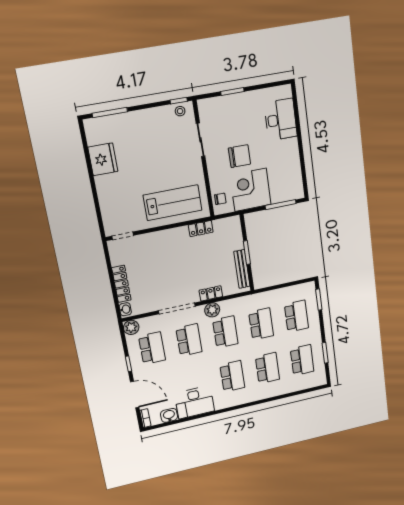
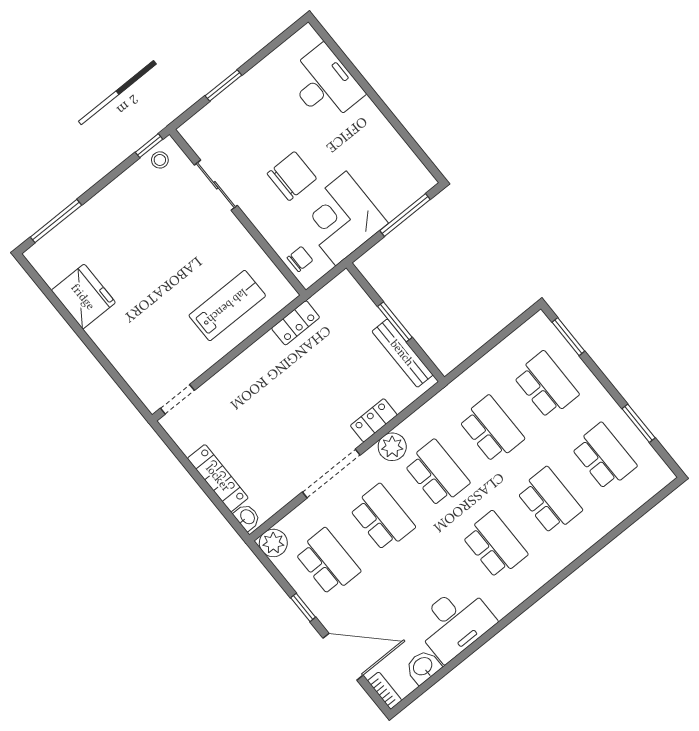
lab bench: (173, 203) -> (227, 306), width x0.73, depth x0.72

